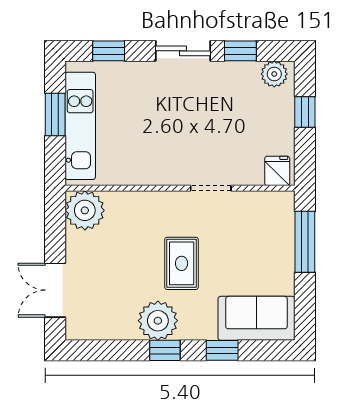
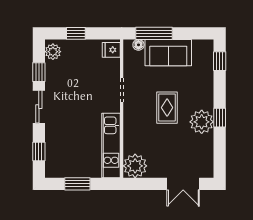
kitchen unit: (80, 126) -> (111, 145), moved, turned -90
floor lamp: (286, 216) -> (138, 45), added
rug: (182, 263) -> (167, 108), turned 90
sofa: (256, 318) -> (168, 53), moved, turned -90
window: (222, 350) -> (220, 61), moved

